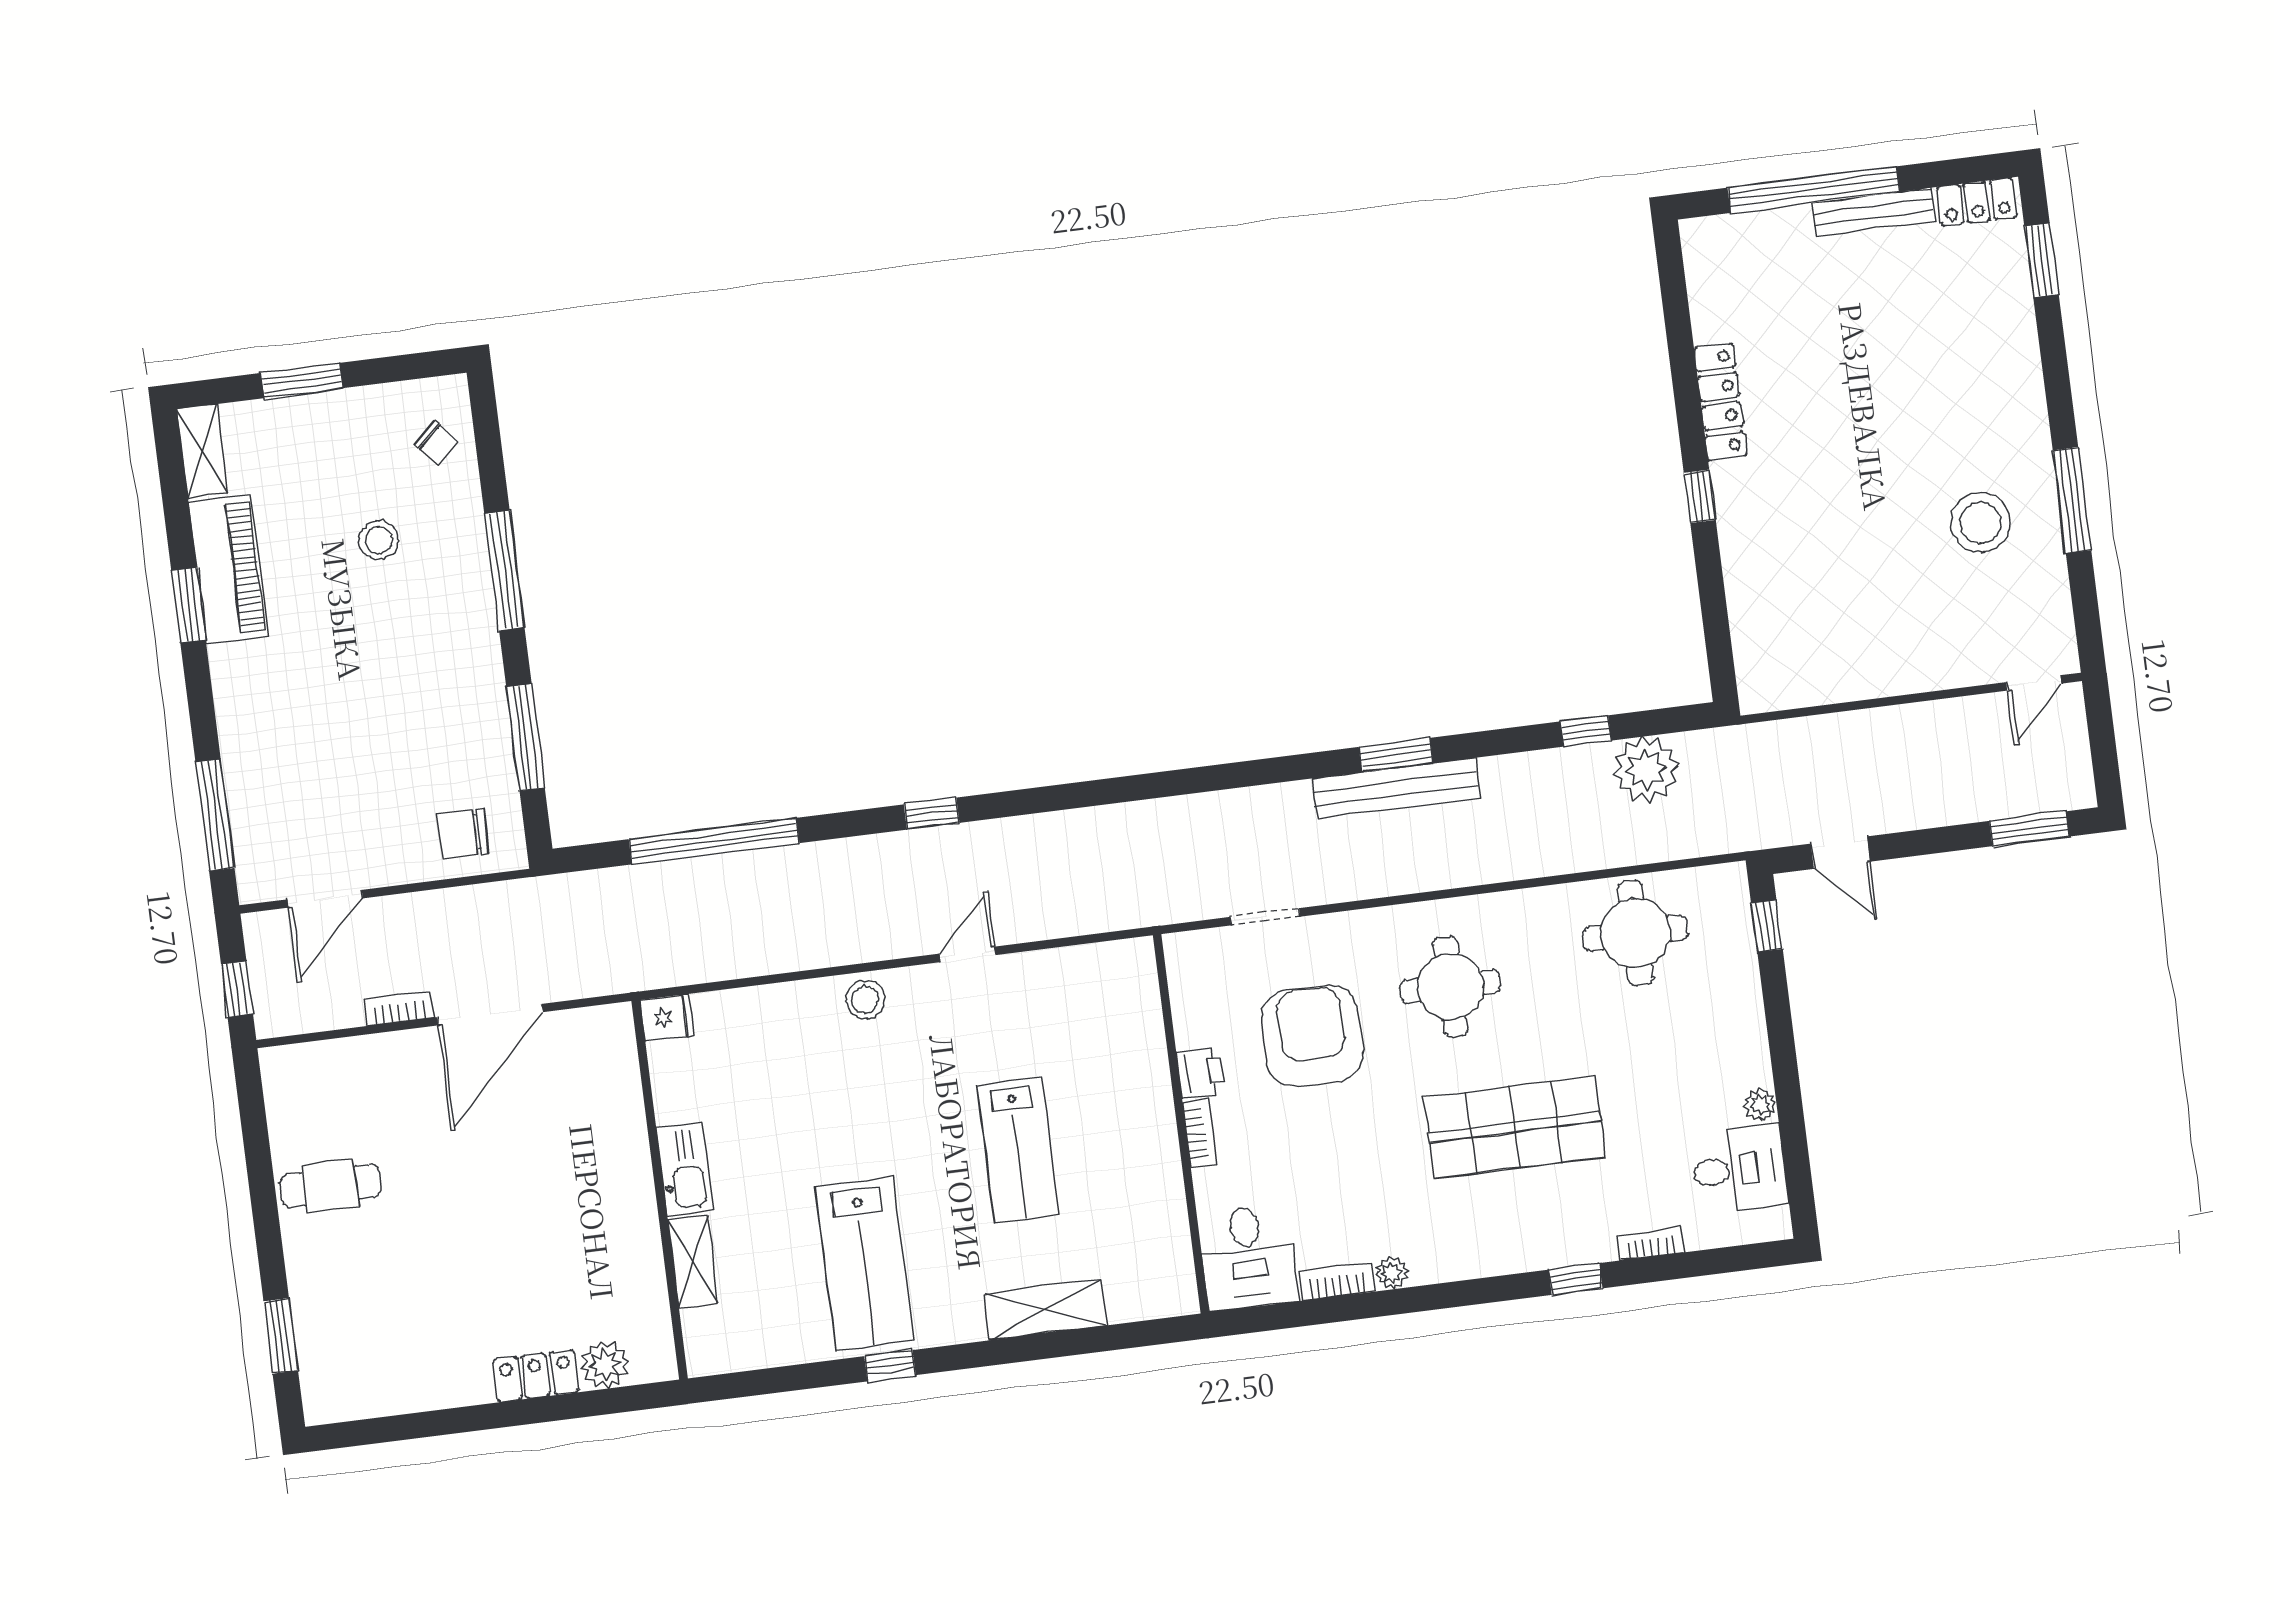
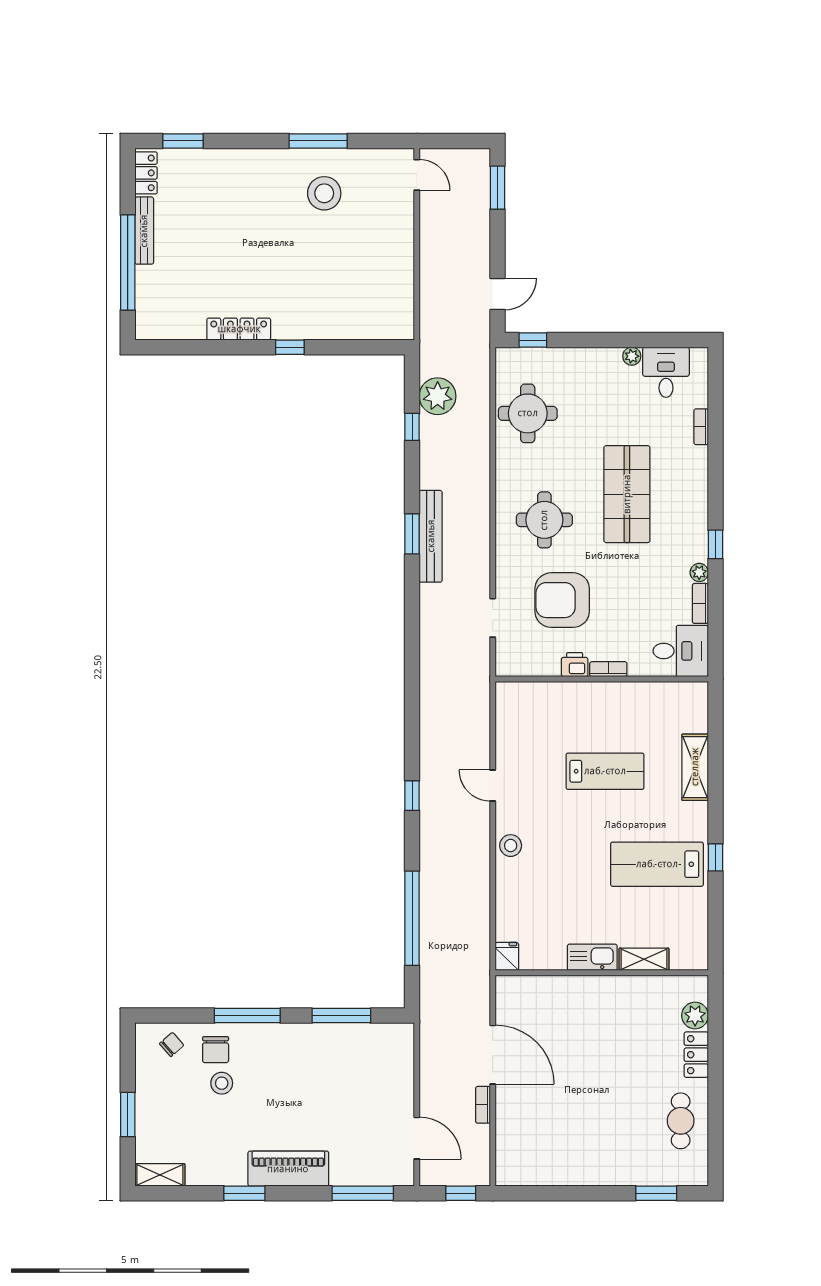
piano: (228, 569) -> (288, 1169), moved
chair: (463, 834) -> (216, 1050), moved
cafe table: (330, 1186) -> (681, 1121), moved
lab bench: (865, 1263) -> (657, 864), turned 180
window: (1576, 1279) -> (715, 544), moved

